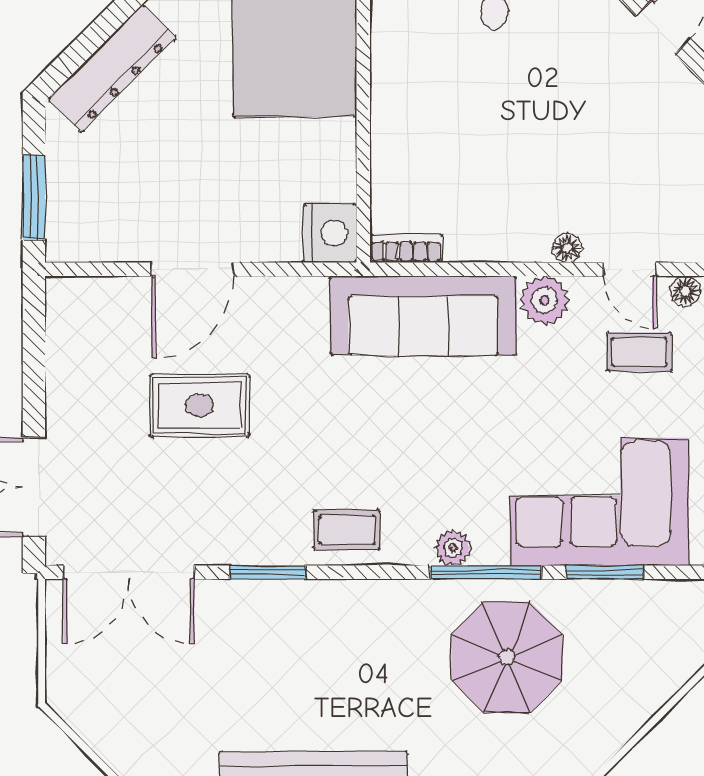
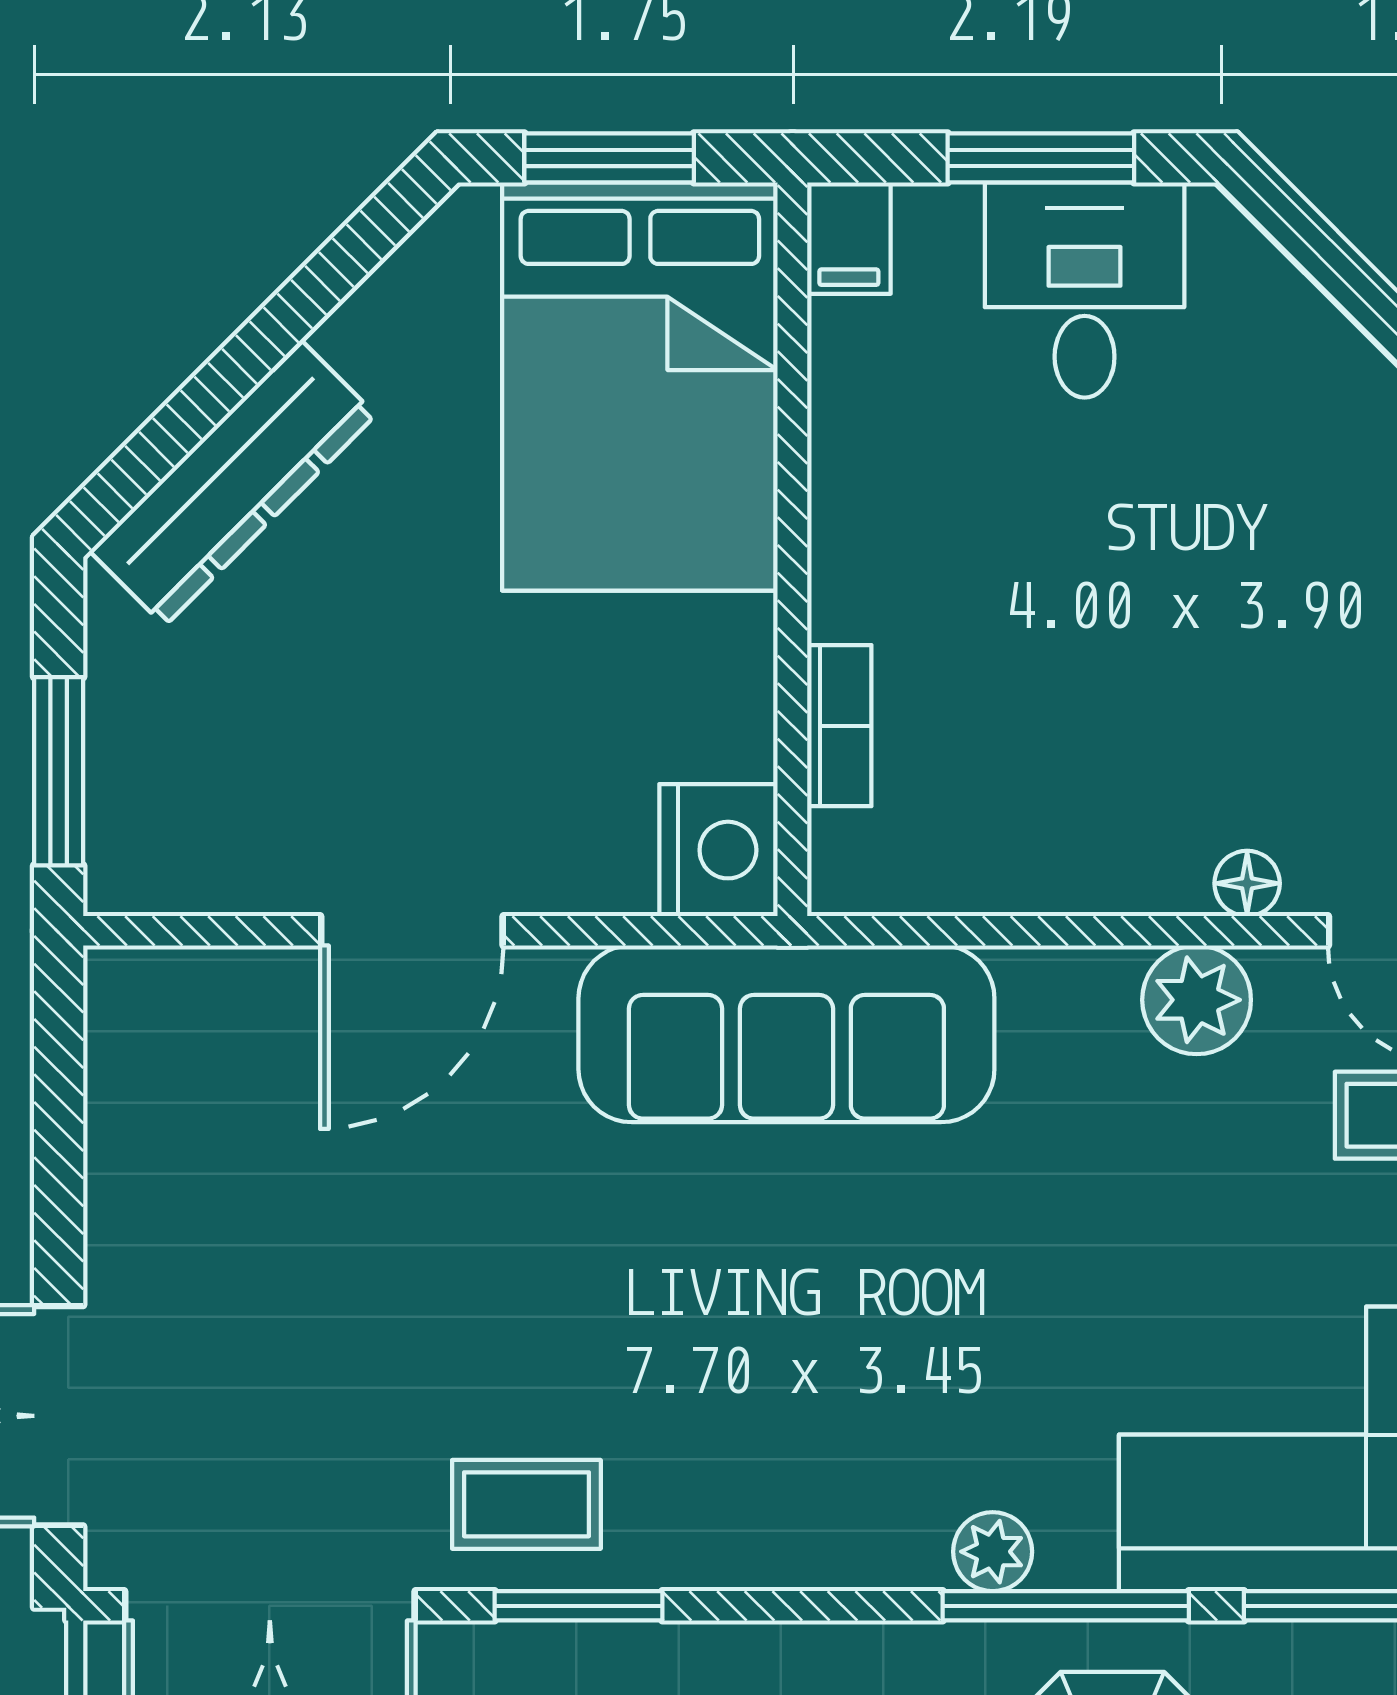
bookcase: (406, 248) -> (839, 726), moved, turned 90
sofa: (423, 315) -> (786, 1034), moved
rug: (200, 405) -> (428, 1234), removed
coffee table: (347, 530) -> (526, 1504), moved

